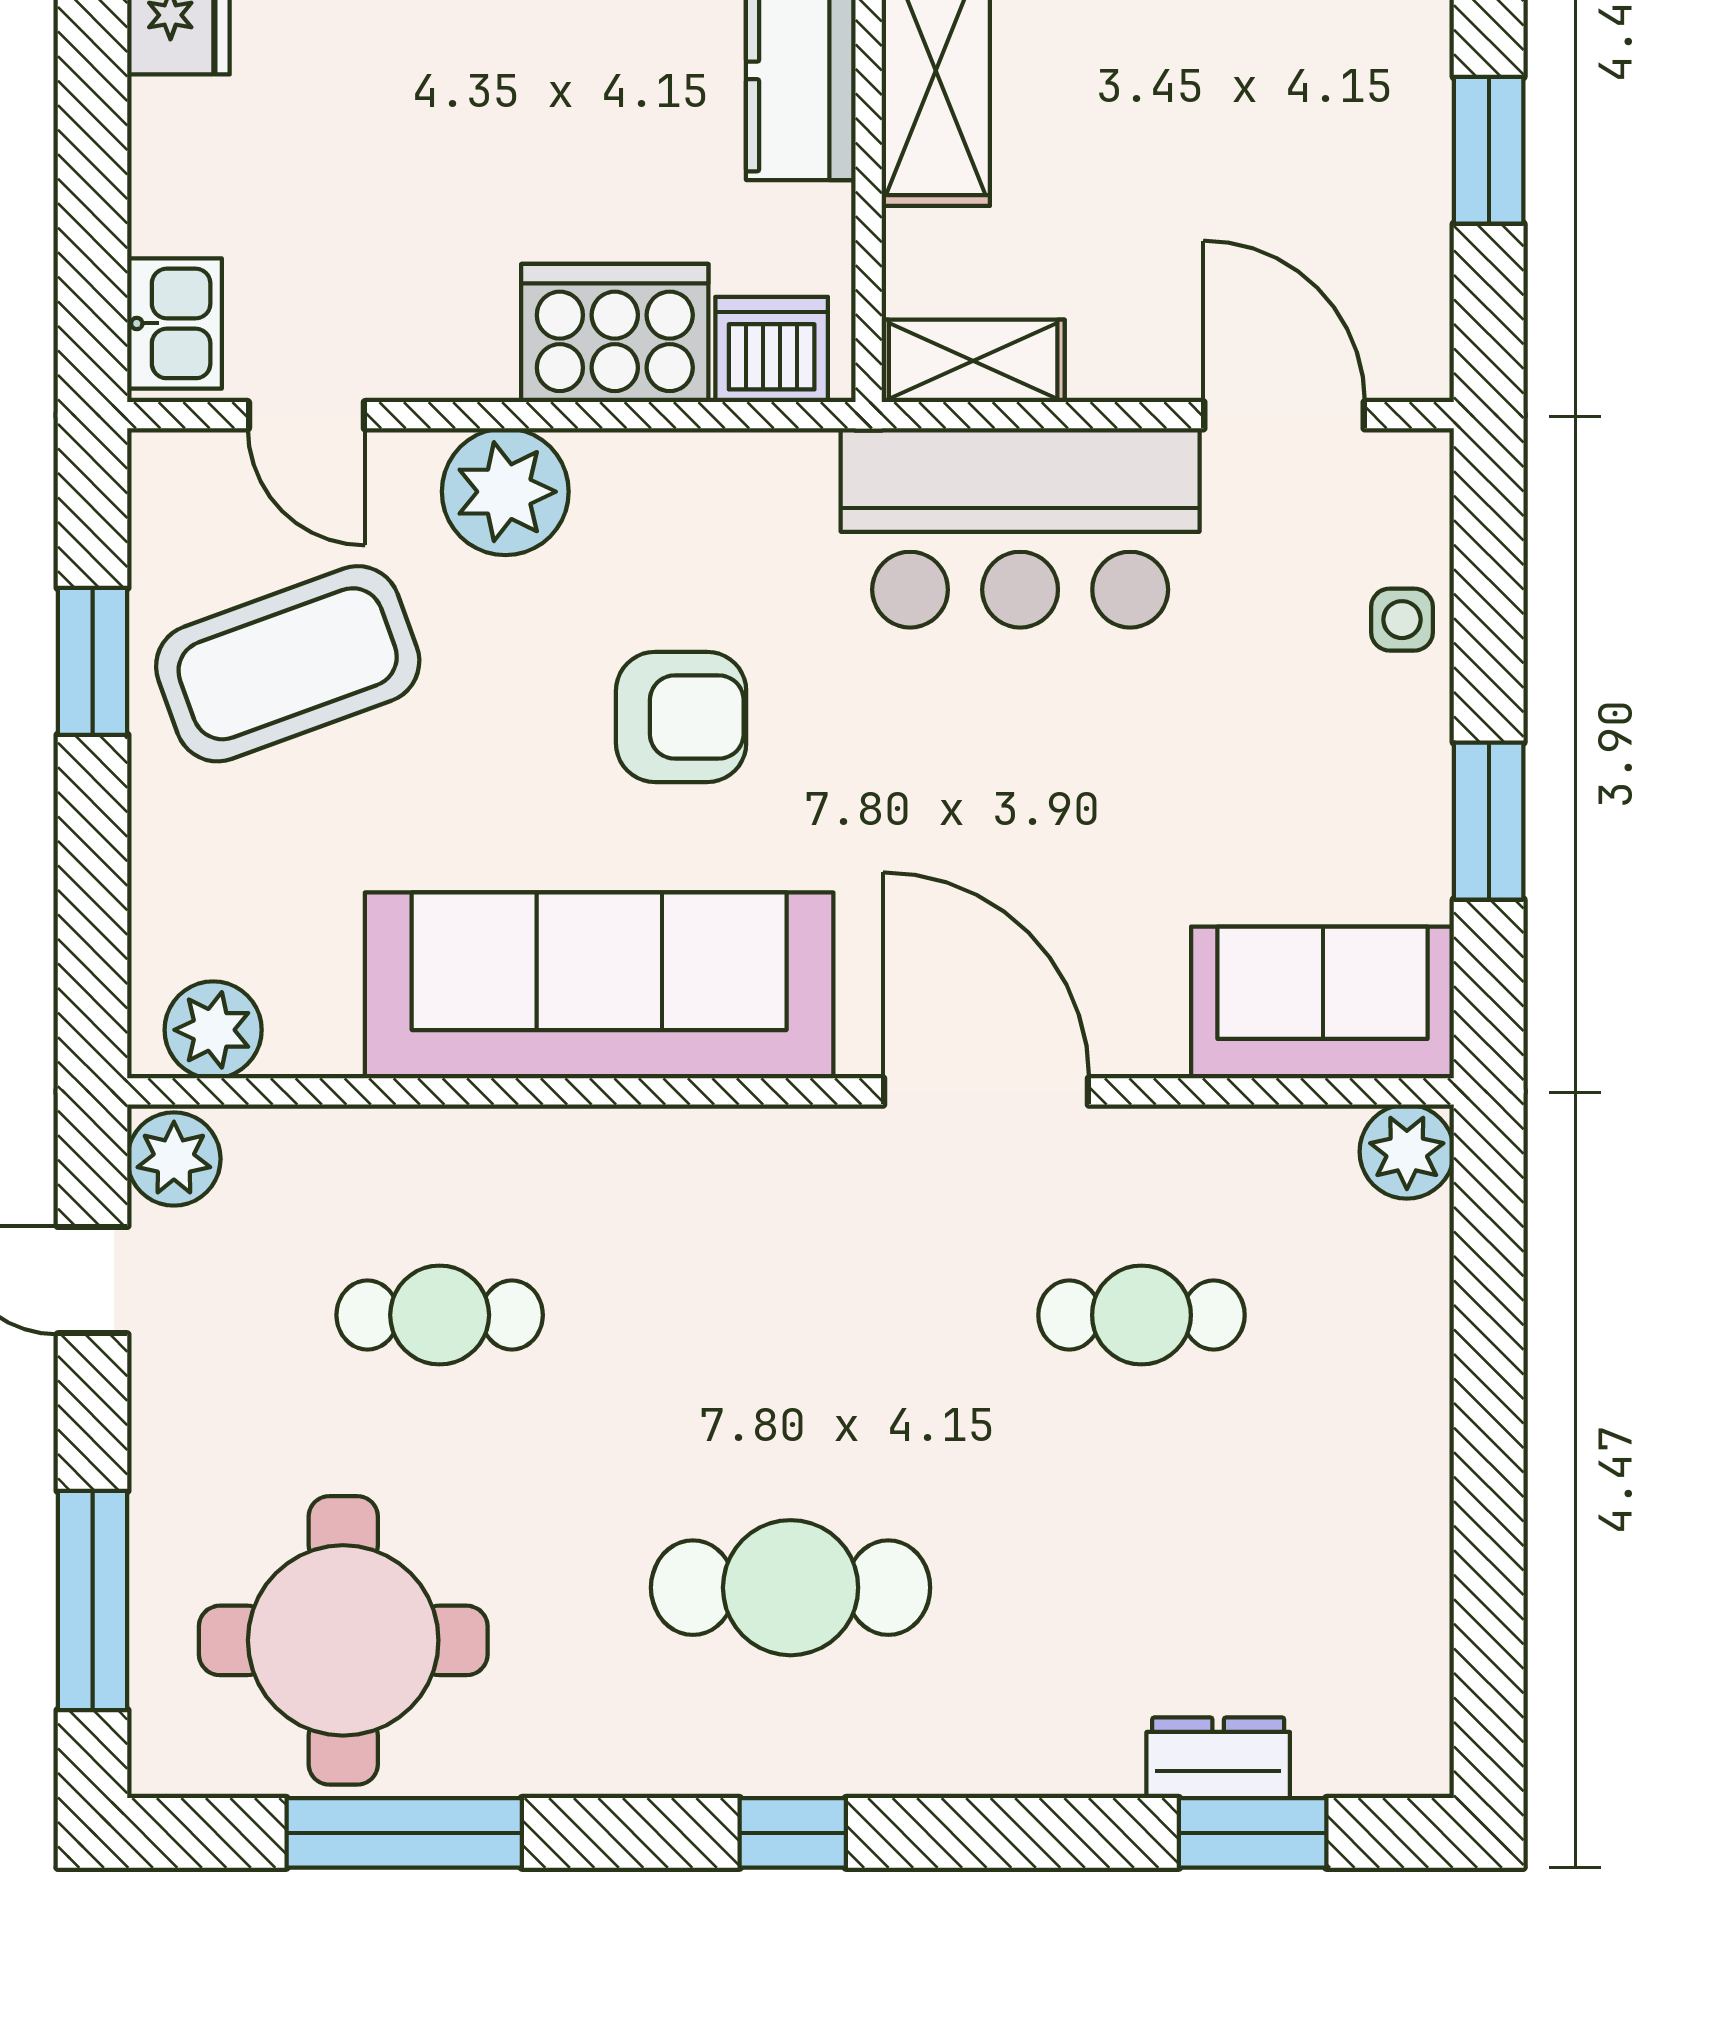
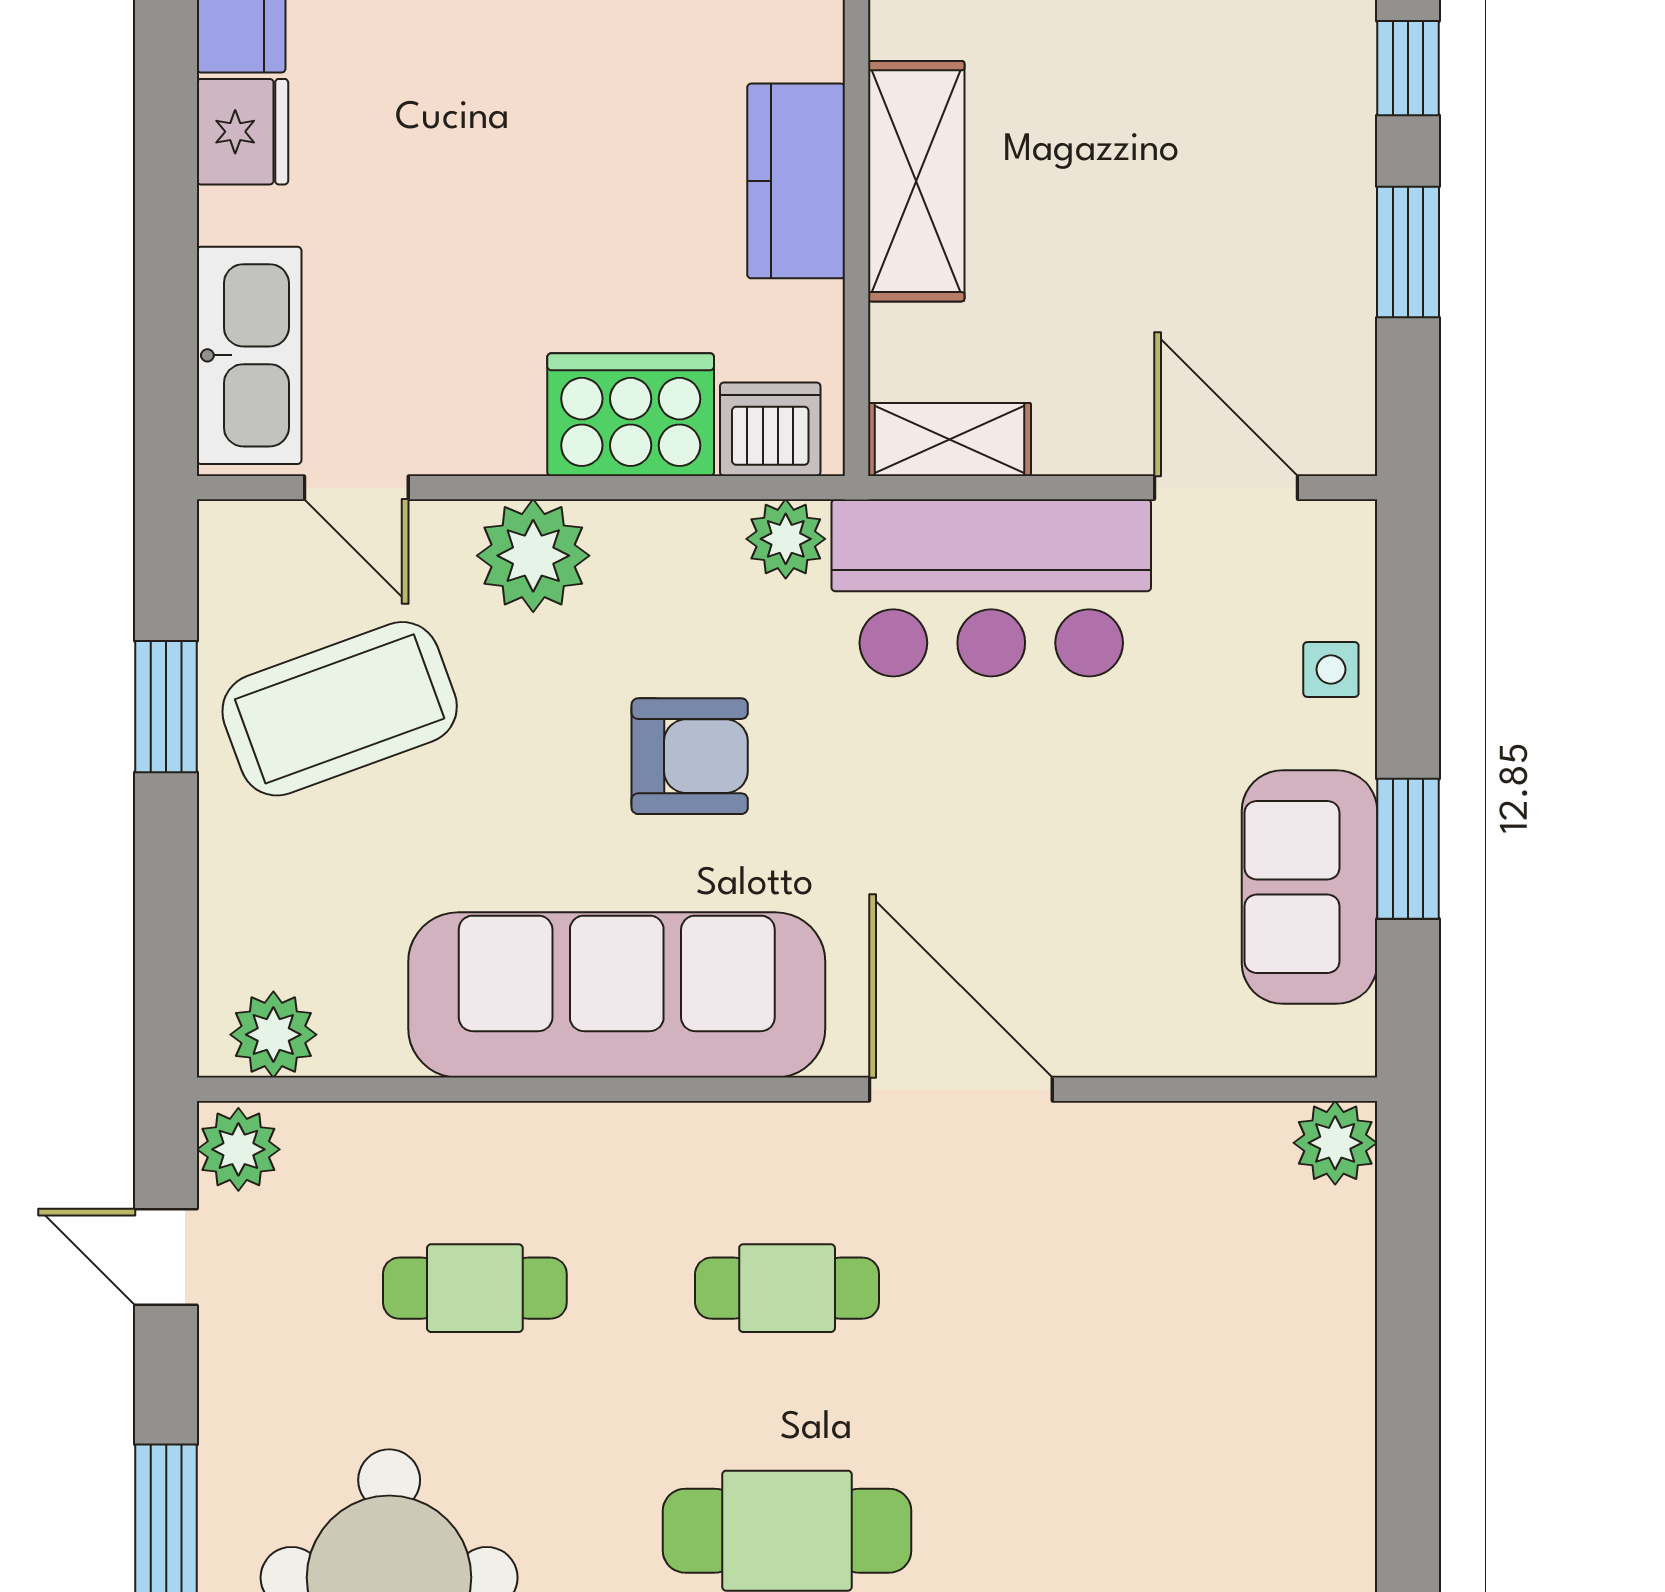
kitchen sink: (174, 323) -> (249, 355), width x1.88, depth x1.24
plant: (789, 473) -> (786, 539), added
sofa: (1323, 1002) -> (1310, 887), moved, turned -90
cafe table: (1141, 1315) -> (787, 1288), moved

